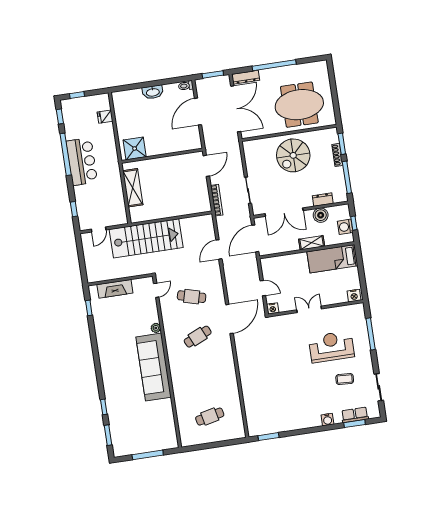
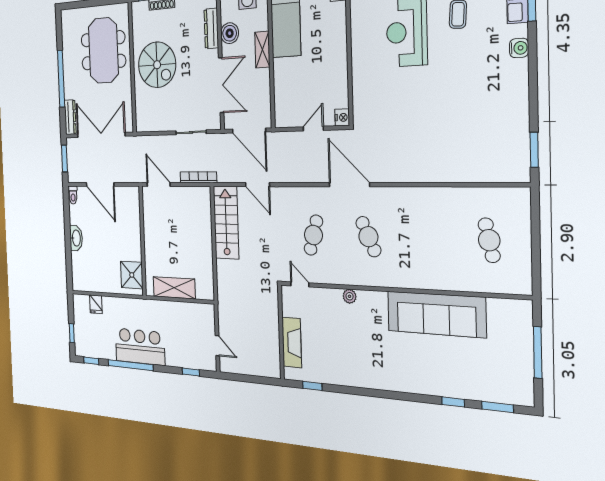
dresser: (323, 200) -> (211, 28), width x1.44
stairs: (146, 238) -> (226, 223), moved, width x0.73, depth x0.66
double door: (309, 309) -> (349, 62), removed
sofa: (154, 367) -> (436, 314), moved

